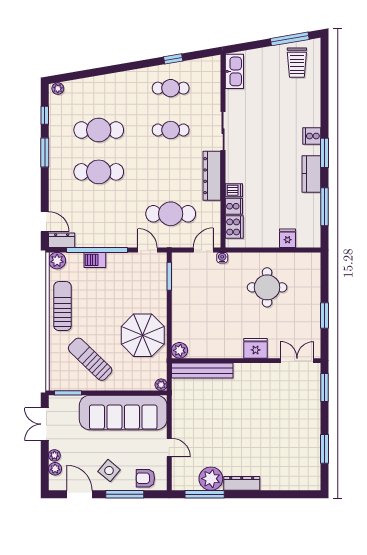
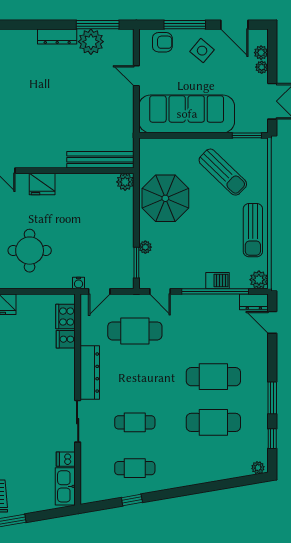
dishwasher: (234, 190) -> (66, 459), moved
plant: (161, 385) -> (145, 247), moved

